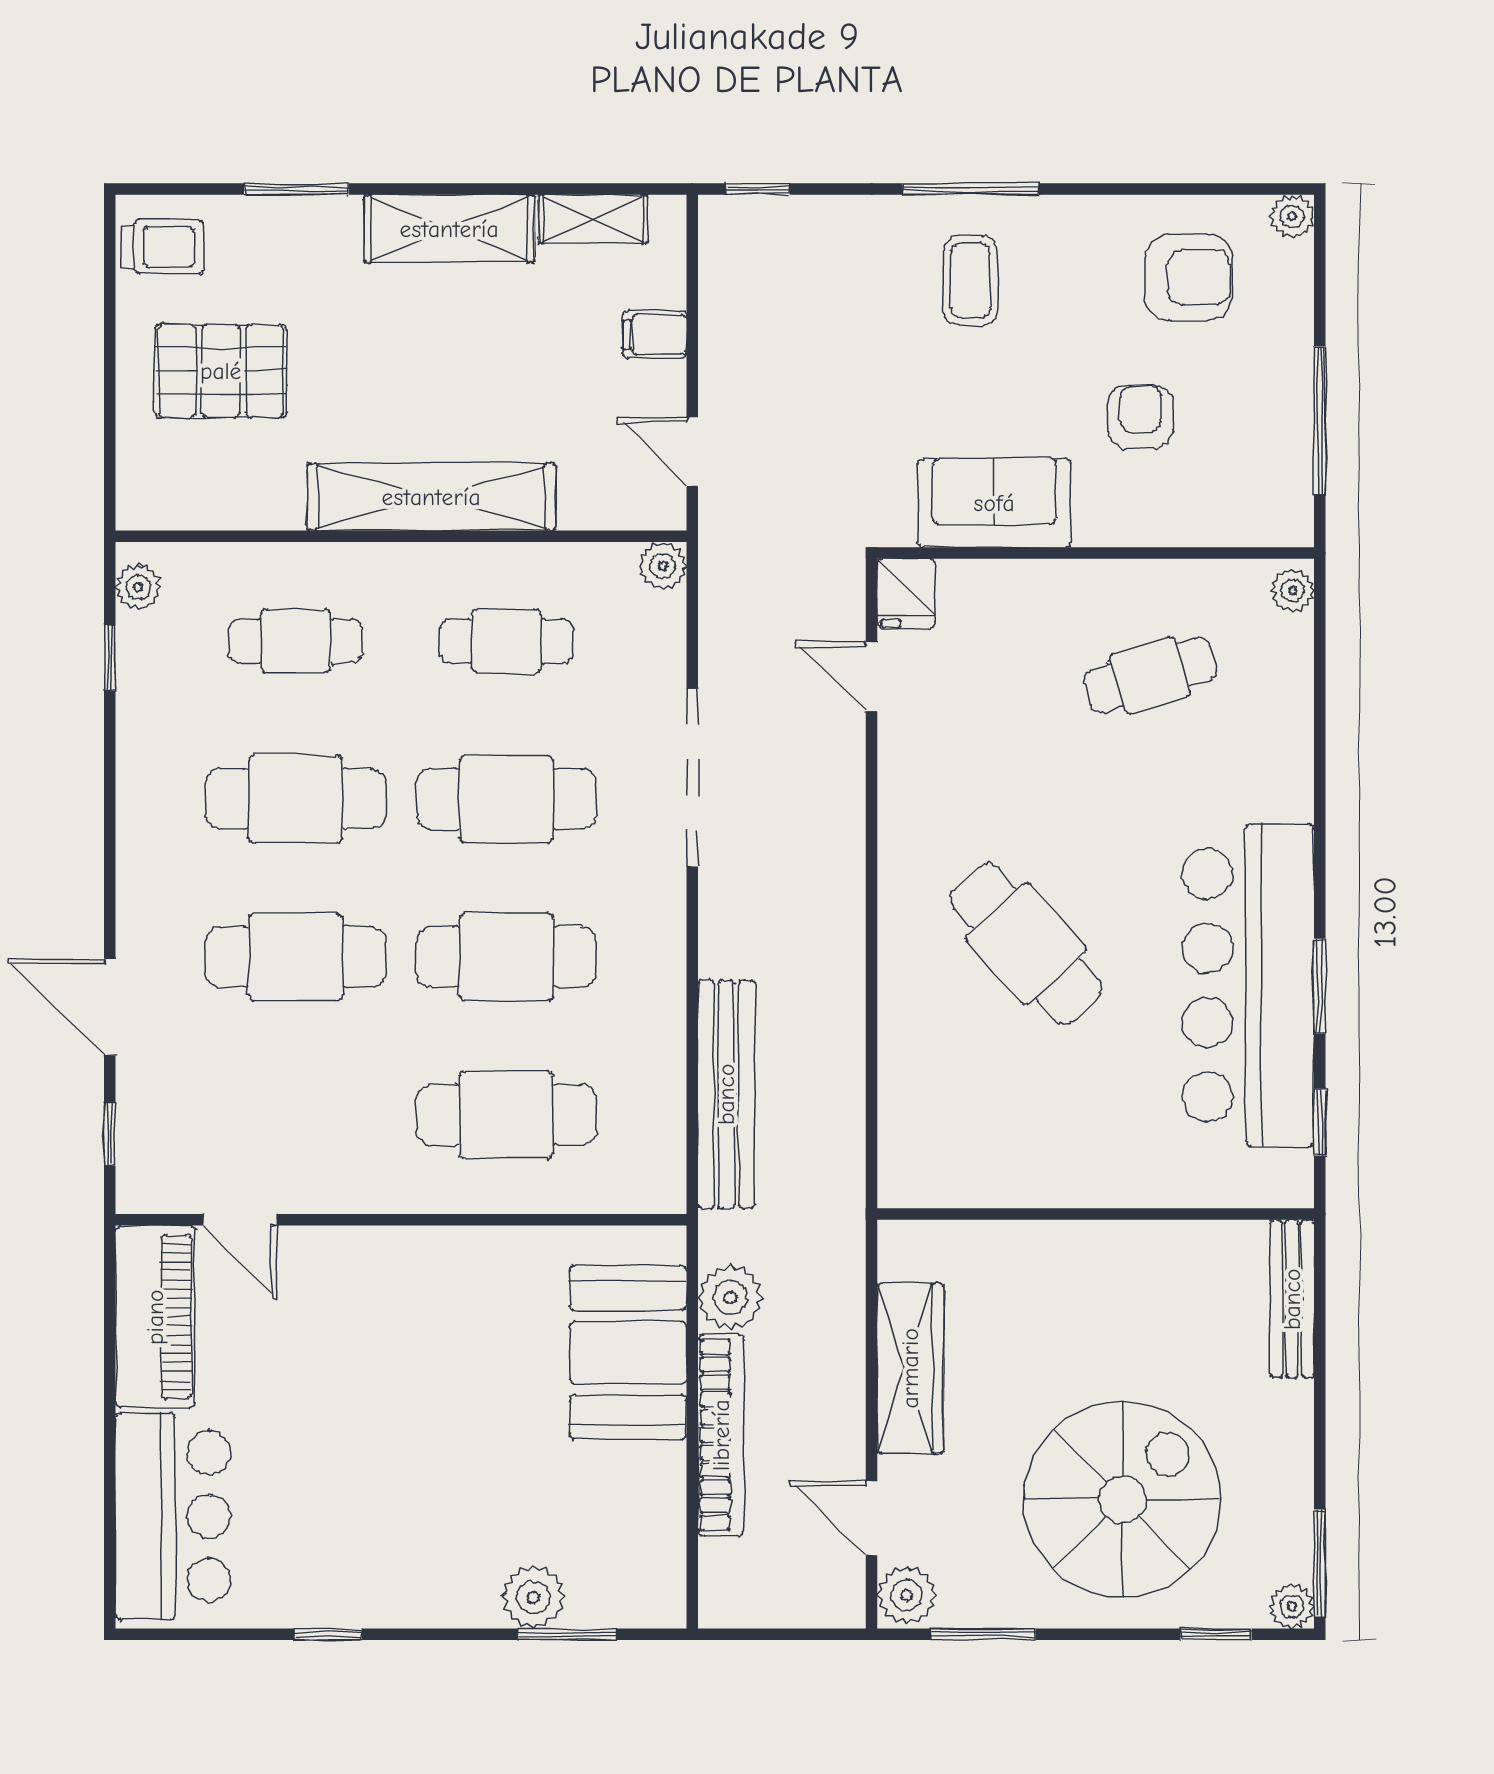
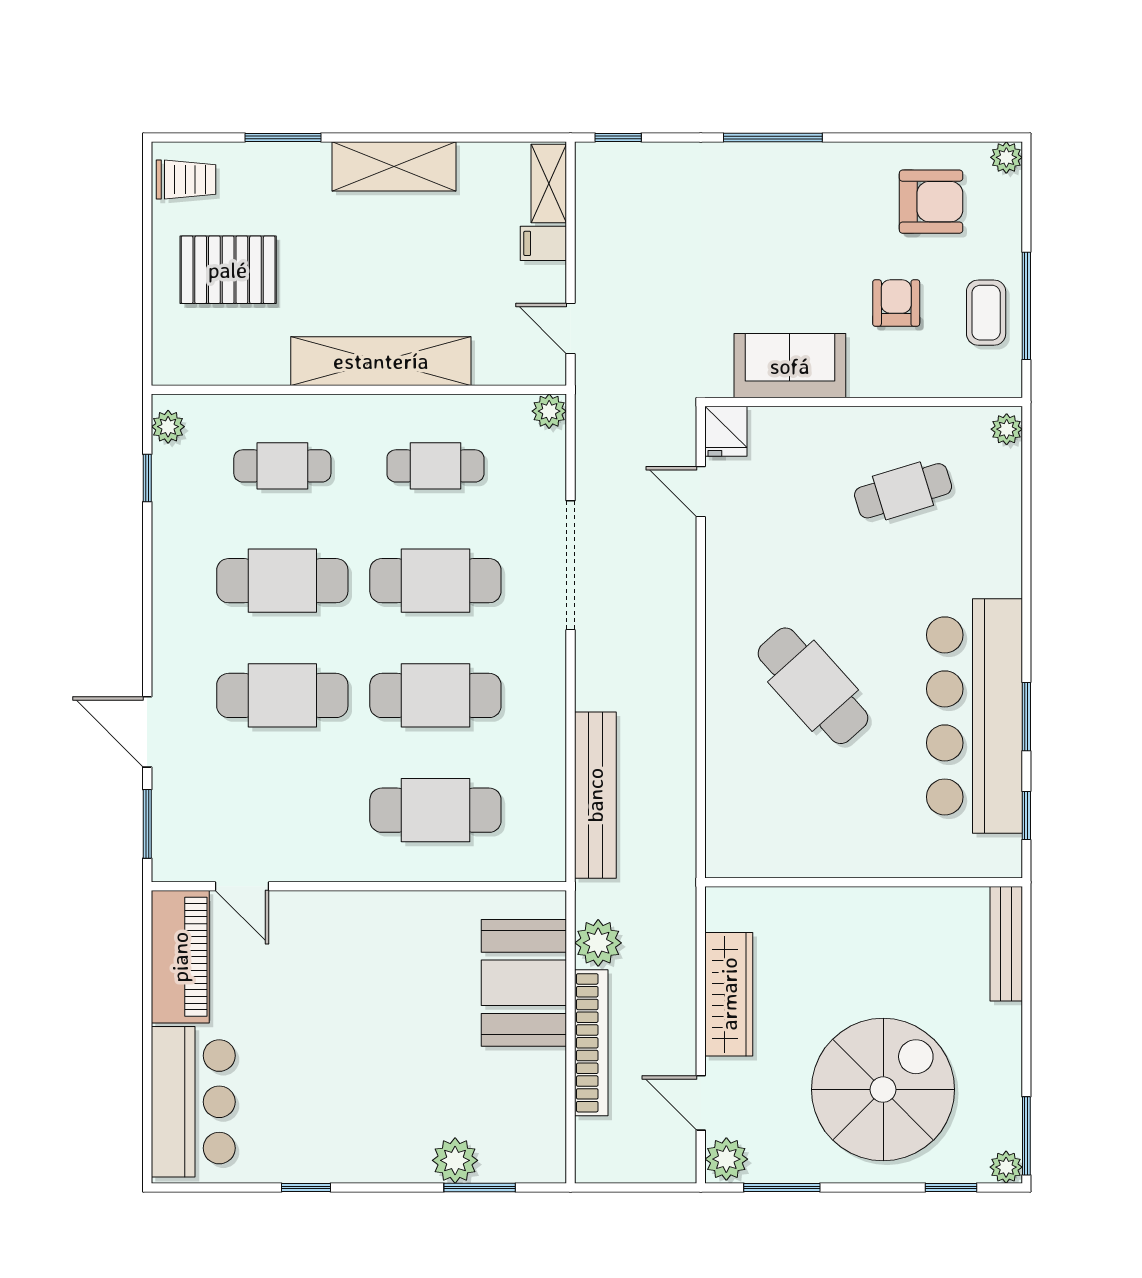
shelving: (593, 219) -> (549, 184), moved, turned 90
coffee table: (970, 280) -> (986, 313), moved
window: (110, 1134) -> (147, 824), width x1.50

